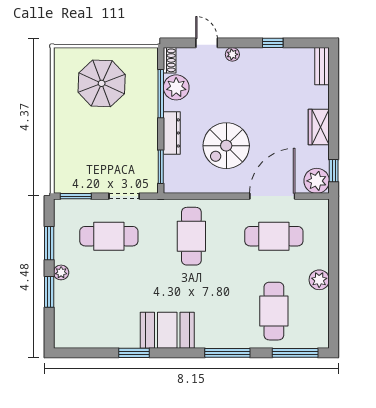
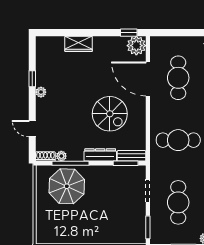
door: (207, 43) -> (32, 129), hinge flipped
plant: (232, 54) -> (41, 92), moved
bench: (322, 66) -> (132, 156), moved
parasol: (102, 83) -> (67, 186), moved
plant: (176, 87) -> (61, 156), width x0.53, depth x0.53
wardrobe: (319, 127) -> (79, 44), moved

